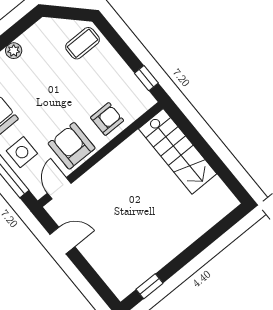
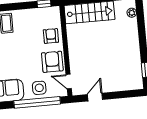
armchair: (72, 146) -> (52, 62), turned 90
plant: (218, 212) -> (132, 13), added

